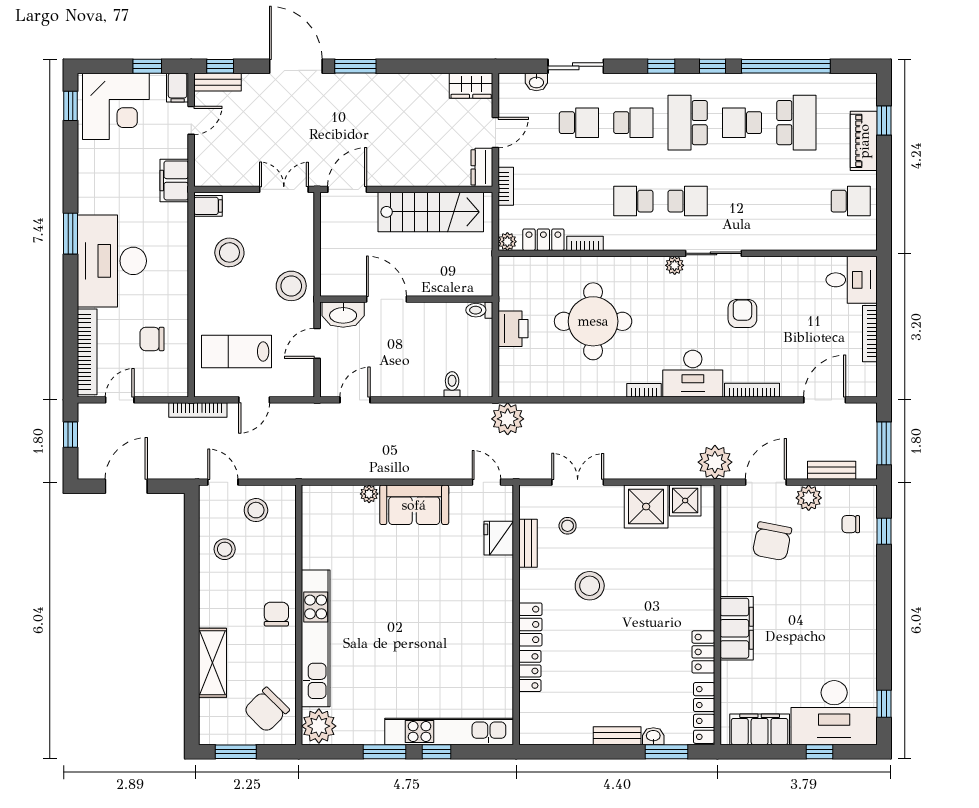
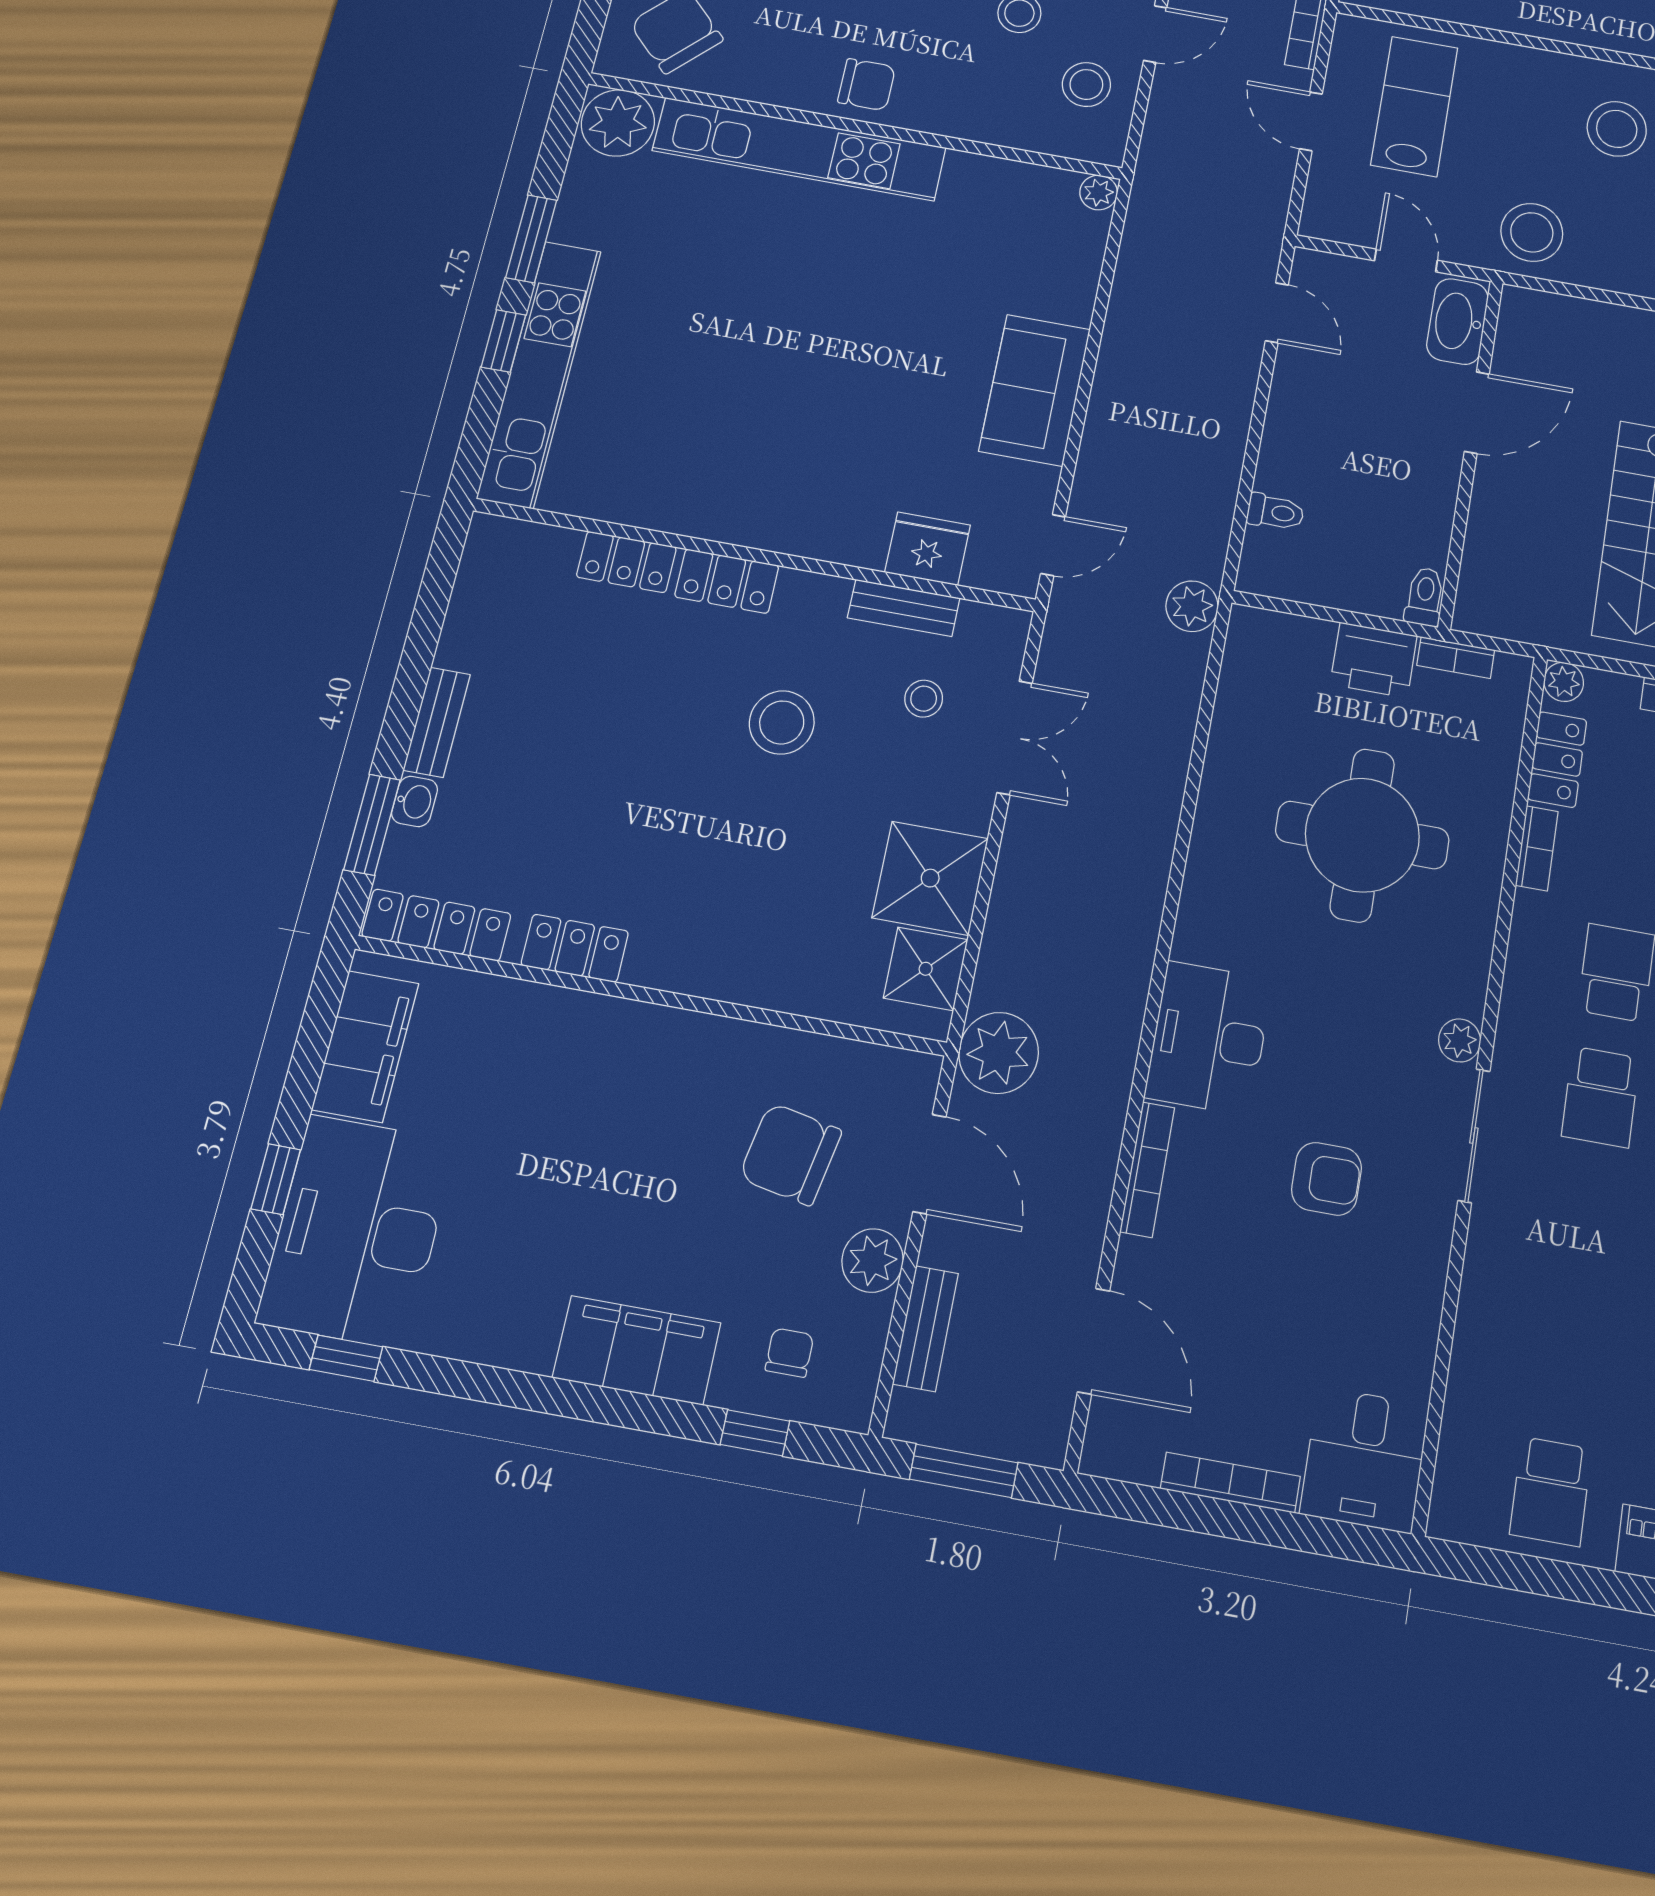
bookcase: (644, 390) -> (1456, 658), moved, turned 90
plant: (508, 419) -> (1192, 606), width x0.73, depth x0.73
plant: (369, 494) -> (1099, 193), moved
filing cabinet: (737, 628) -> (637, 1350), moved, turned 180

